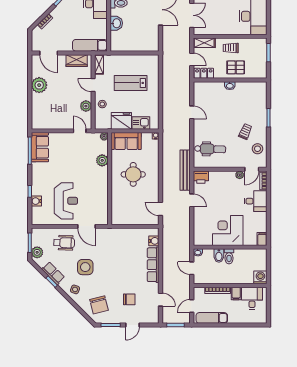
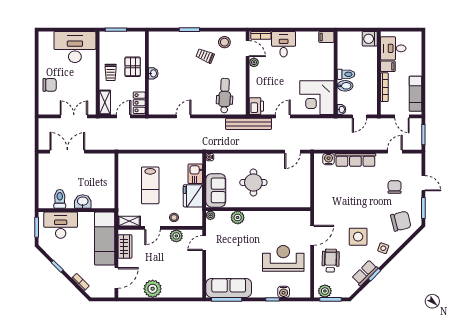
exam couch: (90, 45) -> (105, 239), width x1.36, depth x1.45
sofa: (40, 147) -> (229, 288), width x1.36
corner desk: (228, 231) -> (317, 98), moved
plant: (37, 252) -> (325, 291), moved

